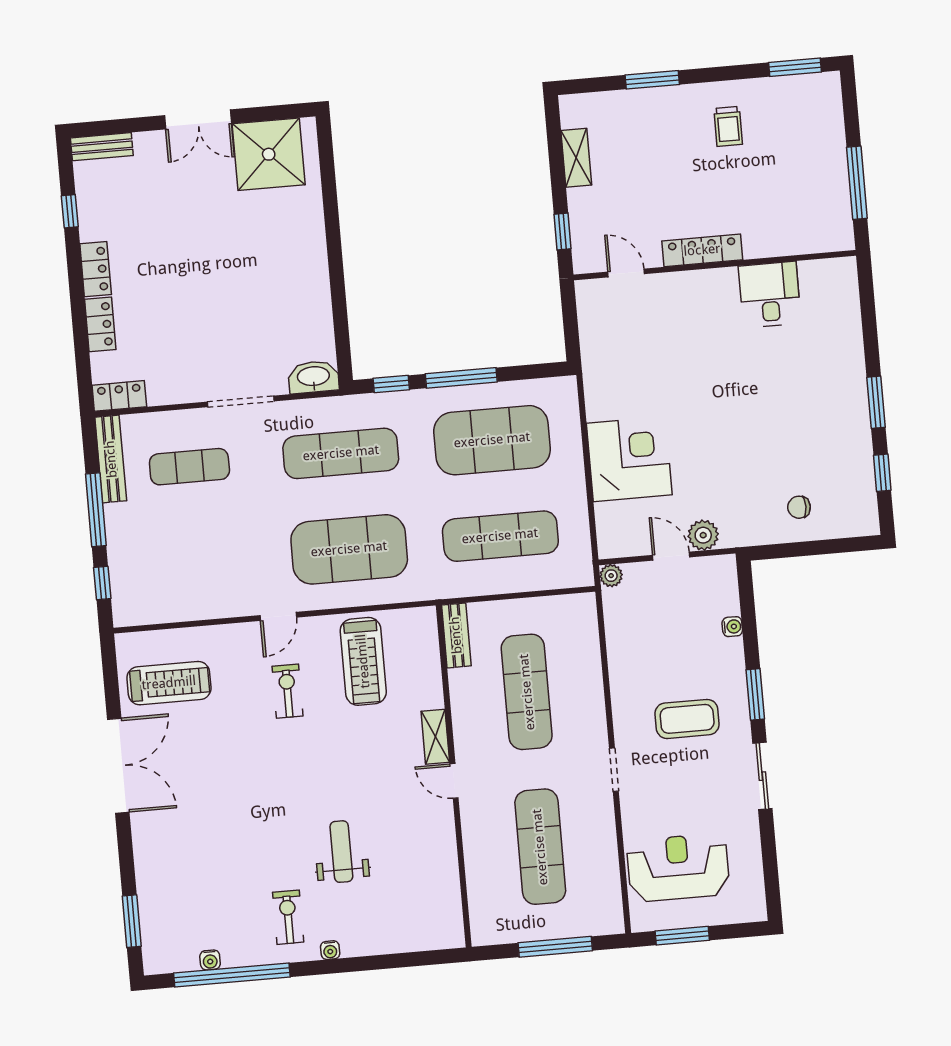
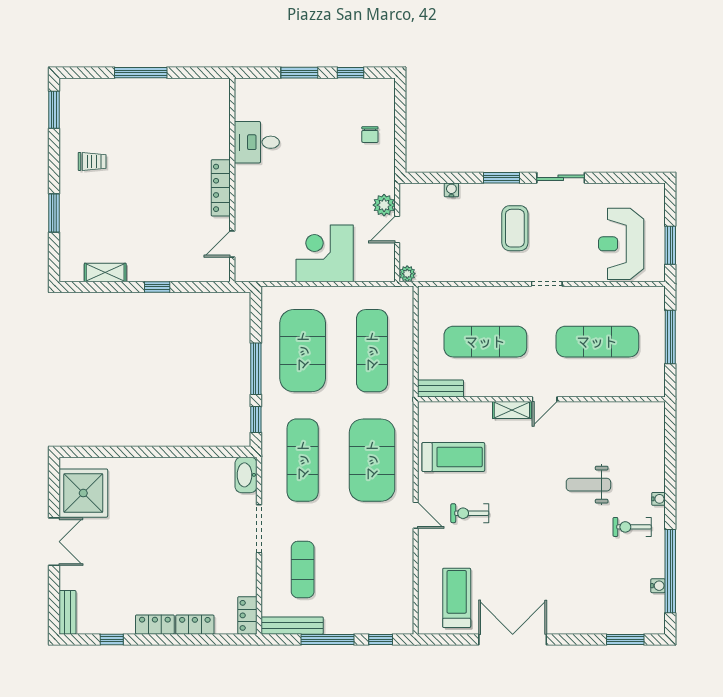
locker: (702, 250) -> (221, 188), moved
wall: (715, 265) -> (232, 180), moved
door: (626, 273) -> (232, 244), moved
desk: (770, 295) -> (257, 142), moved

